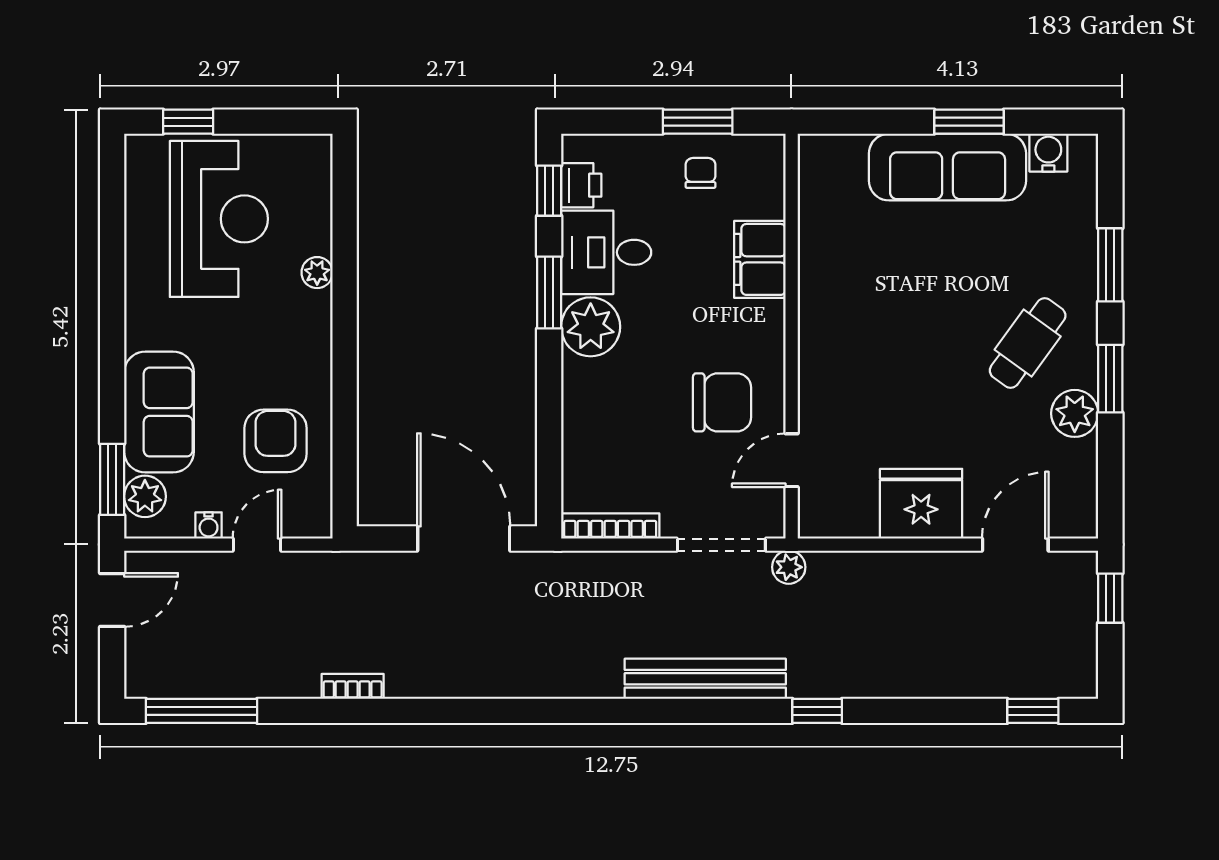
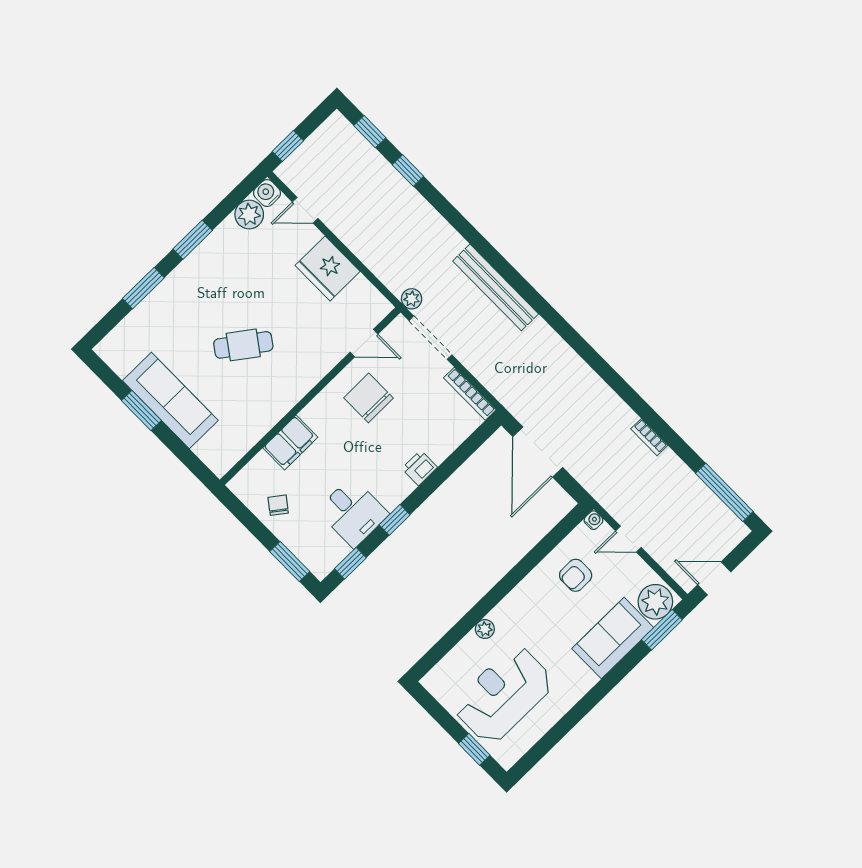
window: (698, 122) -> (290, 561), moved
water cooler: (1048, 153) -> (267, 193), moved, turned 90
chair: (700, 173) -> (278, 505), turned 127
printer: (581, 185) -> (420, 468), moved
window: (549, 292) -> (395, 520), width x0.67
plant: (591, 327) -> (392, 487), removed
cafe table: (1028, 343) -> (243, 345), moved
plant: (1075, 413) -> (249, 215), moved
armchair: (276, 441) -> (576, 575), width x0.72, depth x0.72
plant: (145, 496) -> (655, 602), width x1.36, depth x1.36
water cooler: (209, 525) -> (593, 520), moved
door: (1015, 545) -> (305, 210), width x0.73
window: (817, 711) -> (408, 170), moved

